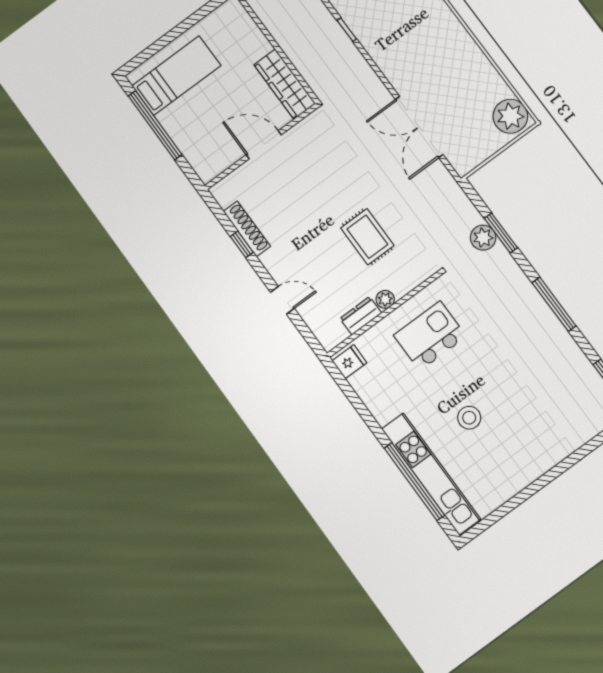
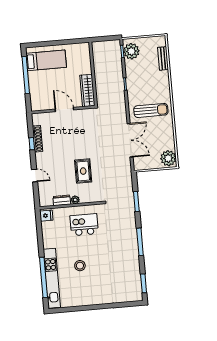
sun lounger: (424, 48) -> (151, 110), added
double door: (419, 127) -> (130, 140), swing flipped
plant: (483, 238) -> (128, 199), removed

